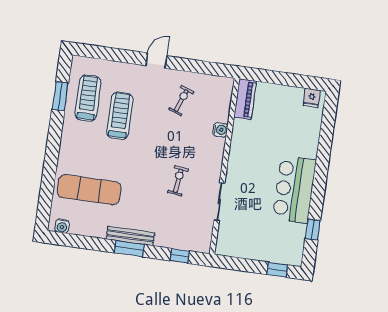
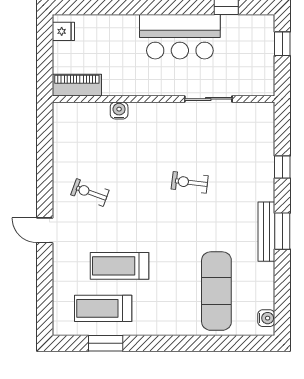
piano: (245, 99) -> (77, 85), moved
water cooler: (220, 130) -> (119, 111), moved
wall: (224, 166) -> (164, 99), moved
sliding door: (219, 202) -> (208, 99), moved

